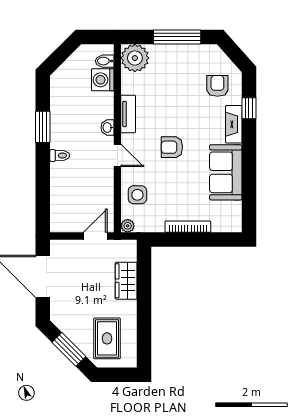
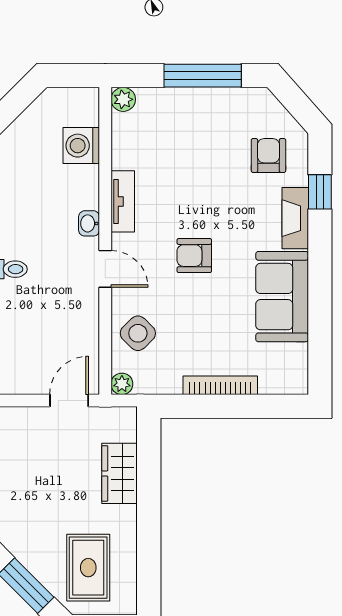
plant: (135, 58) -> (123, 99), width x0.53, depth x0.53
bidet: (105, 61) -> (84, 115), removed
side table: (137, 195) -> (138, 333), turned 45

